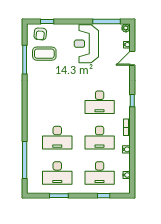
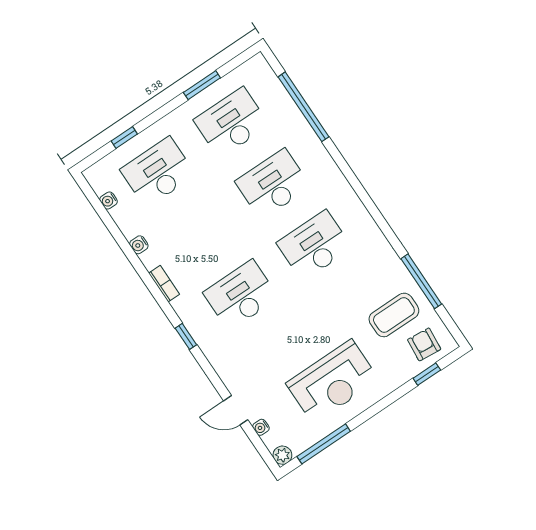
reception desk: (86, 44) -> (333, 382), turned 90
door: (132, 58) -> (236, 410), swing flipped
desk: (100, 138) -> (314, 245), moved

